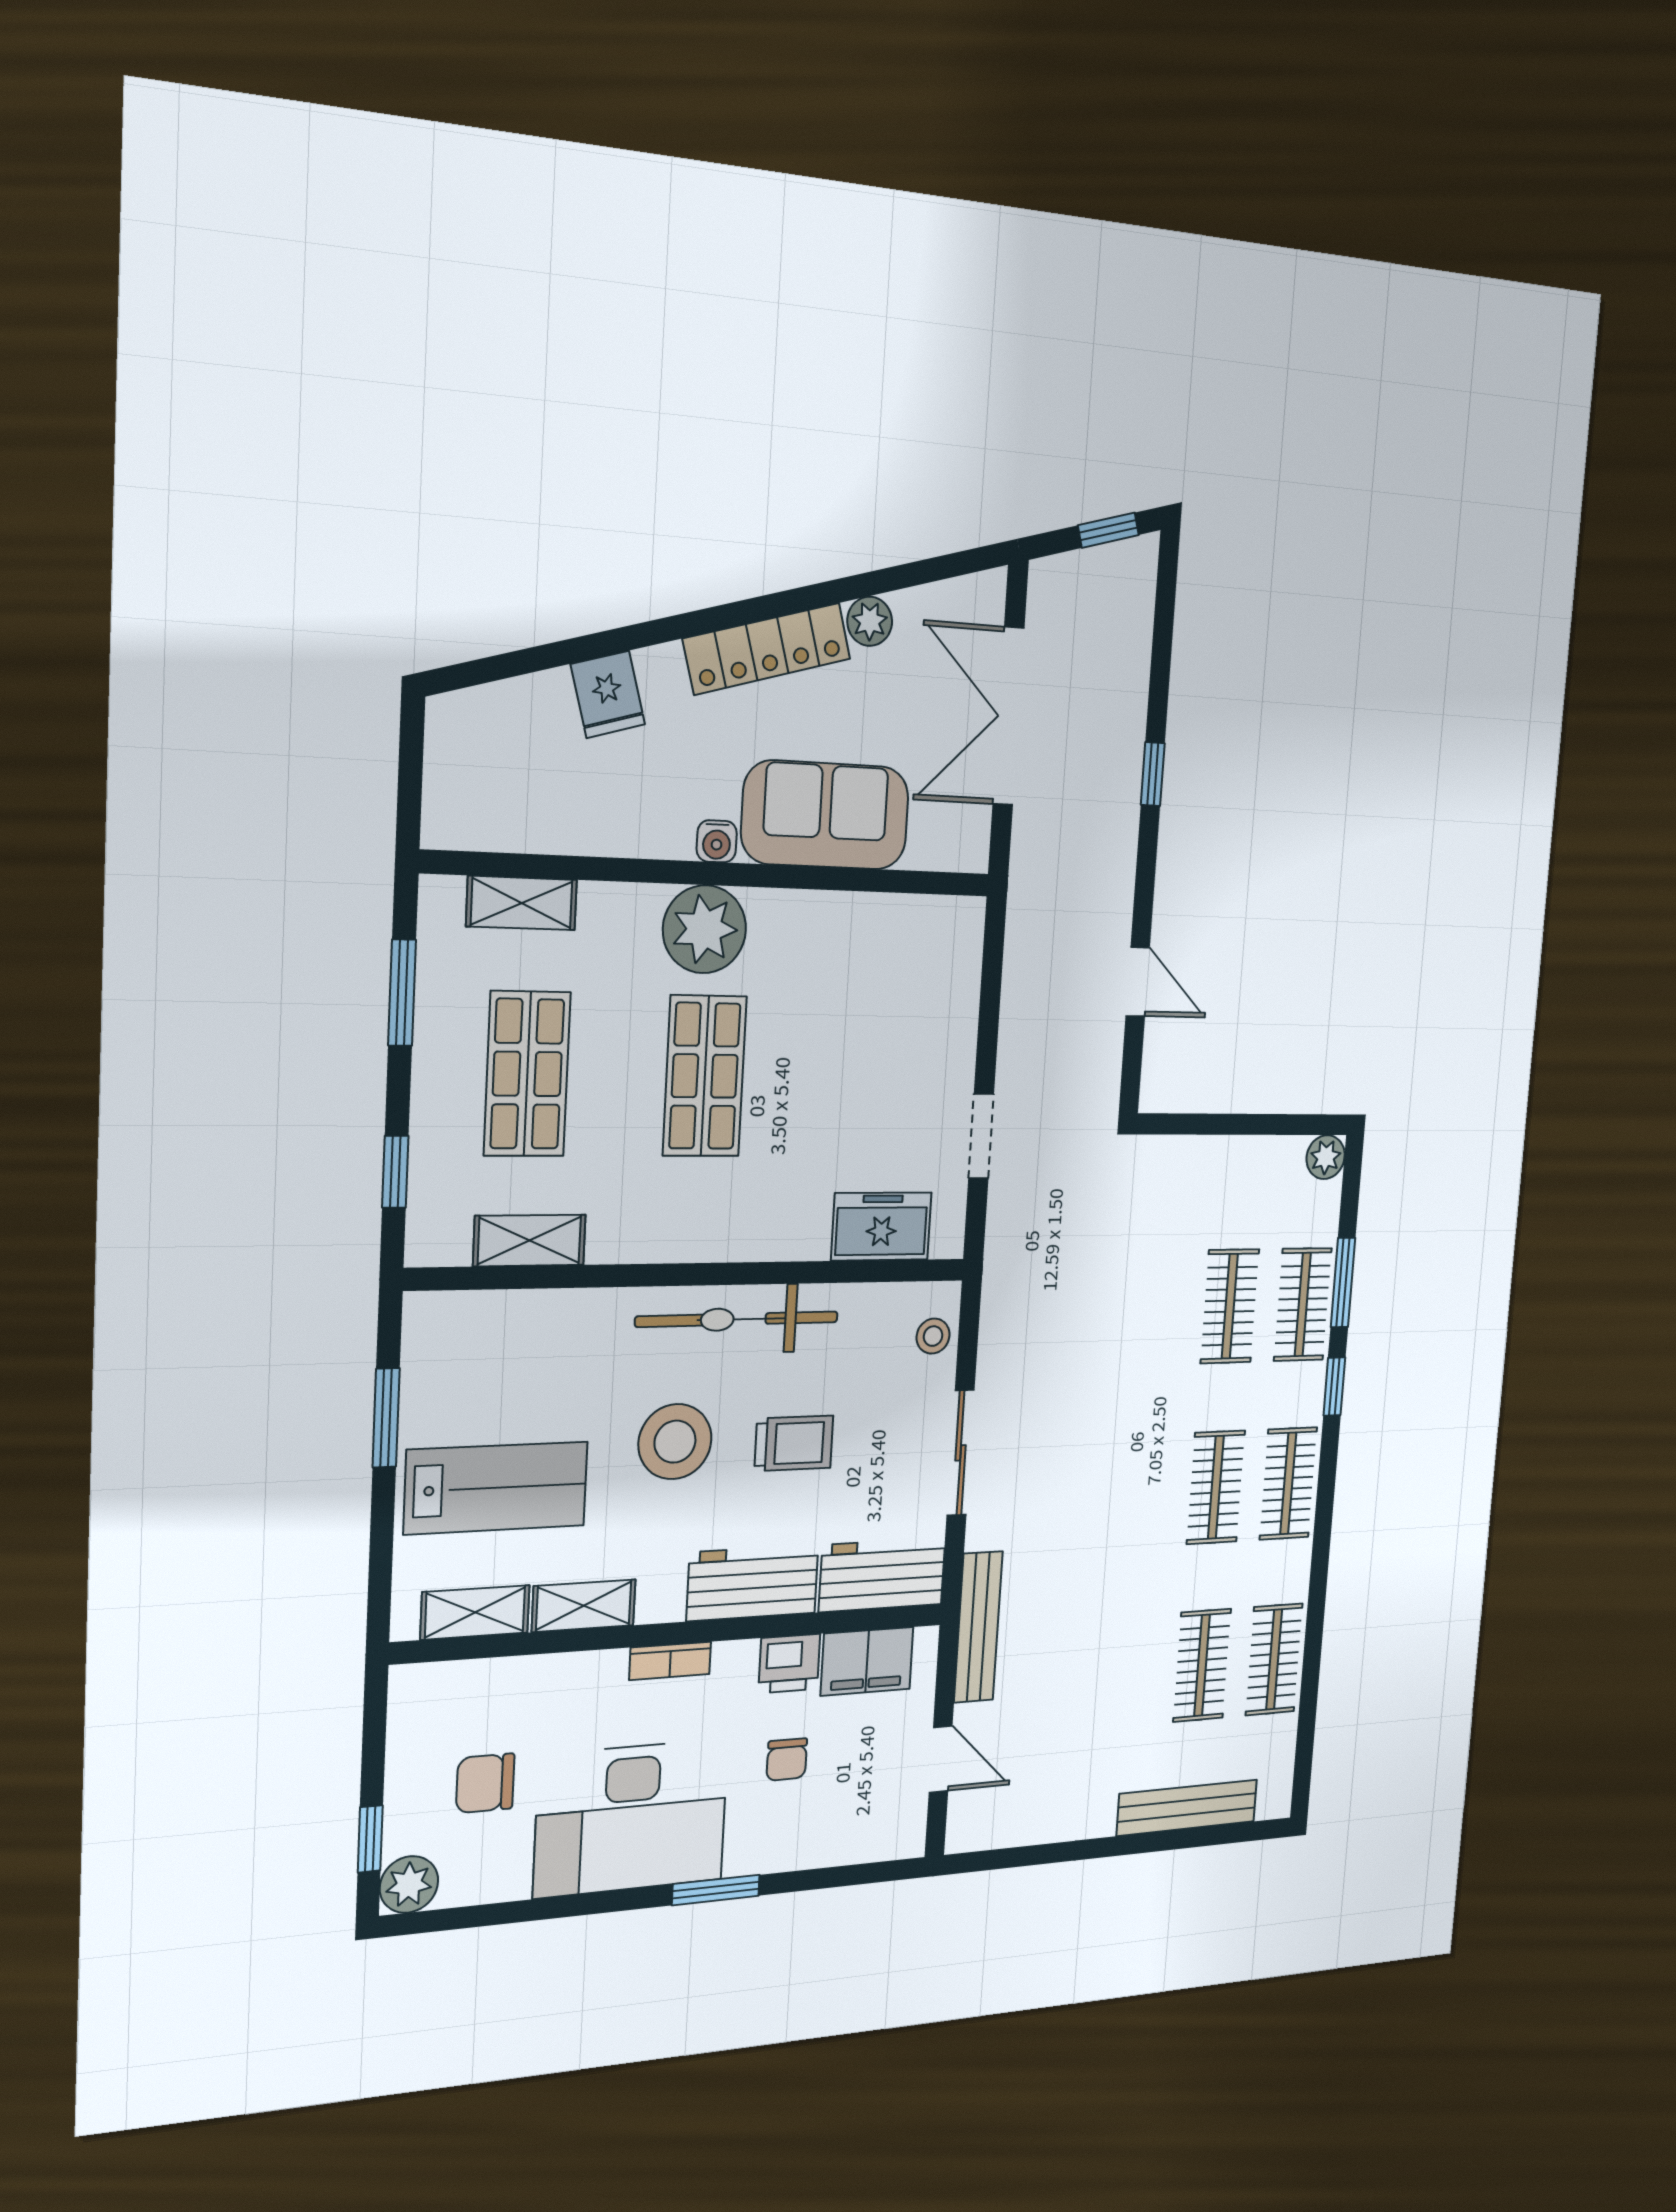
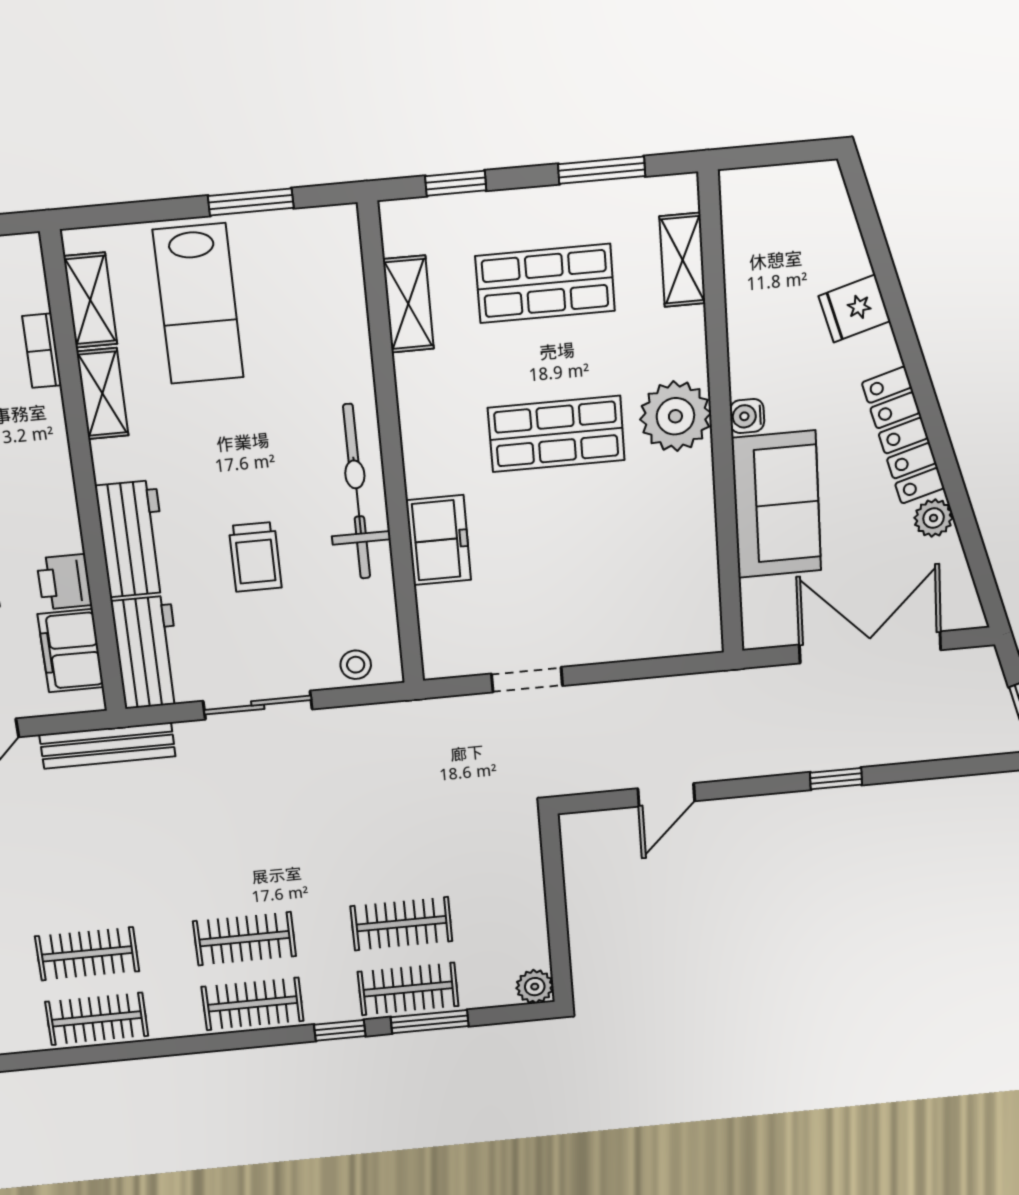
freezer: (881, 1226) -> (438, 540), moved
stool: (675, 1442) -> (249, 453), removed
bookcase: (670, 1661) -> (42, 351), moved

